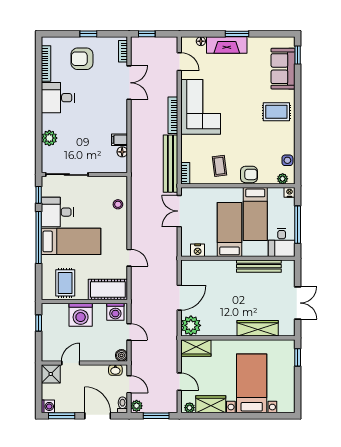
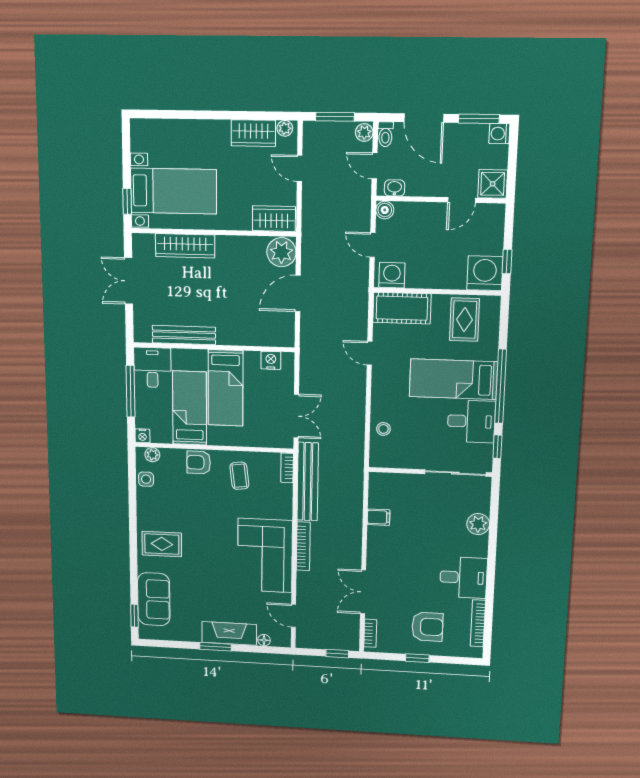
floor lamp: (122, 152) -> (375, 501), removed
washing machine: (81, 315) -> (485, 273), moved
bed with nightstands: (252, 383) -> (174, 191), moved, turned -90

